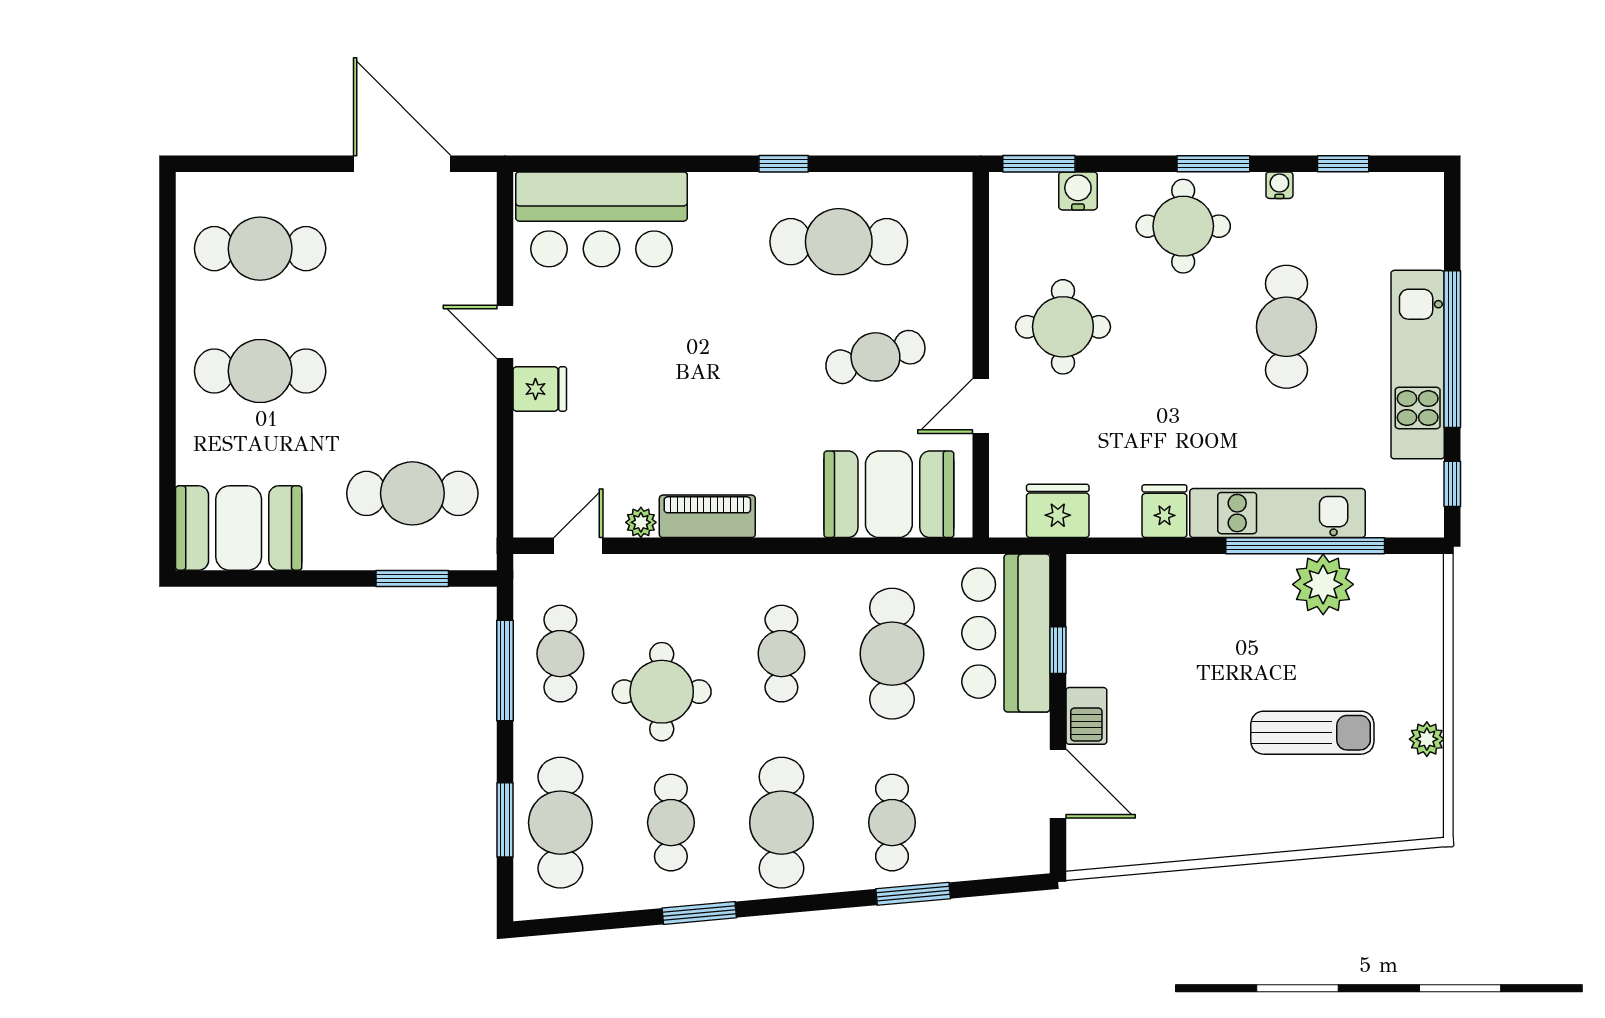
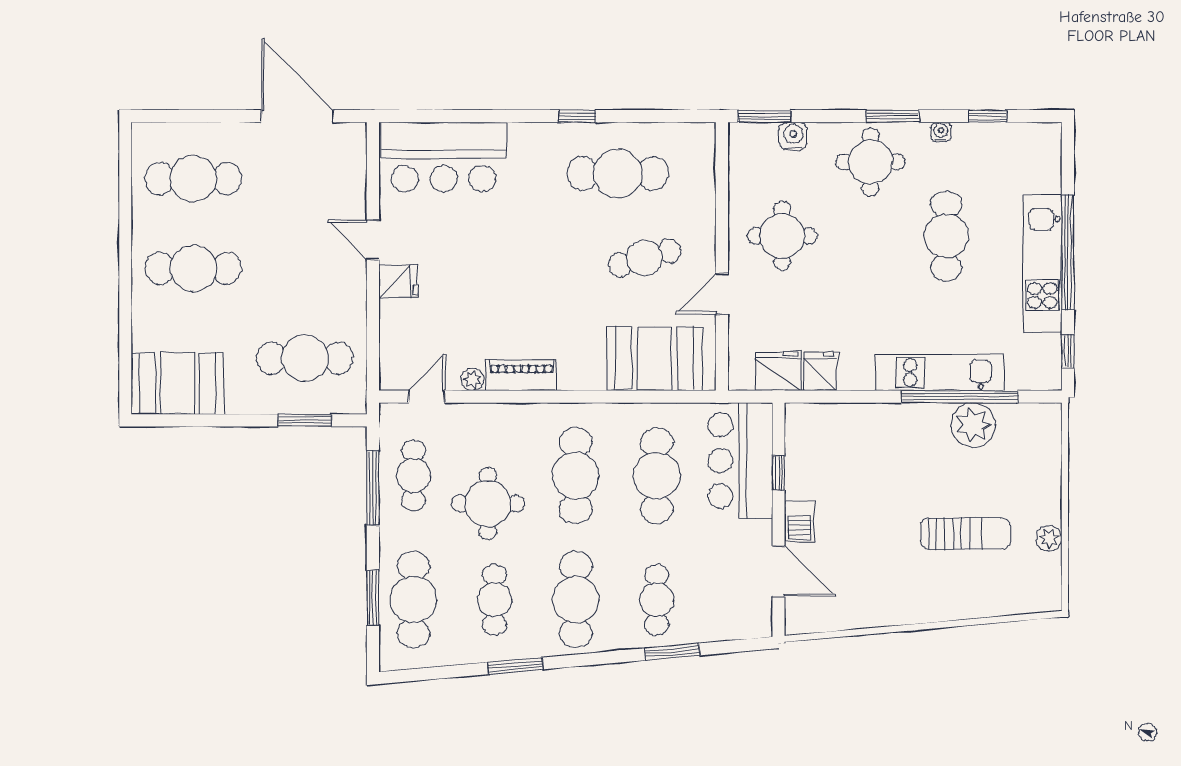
fridge: (1164, 511) -> (820, 371), moved
cafe table: (781, 654) -> (576, 476), width x1.37, depth x1.35

